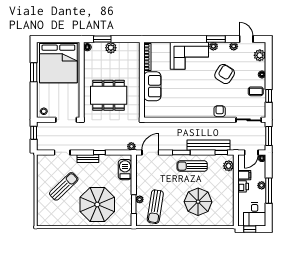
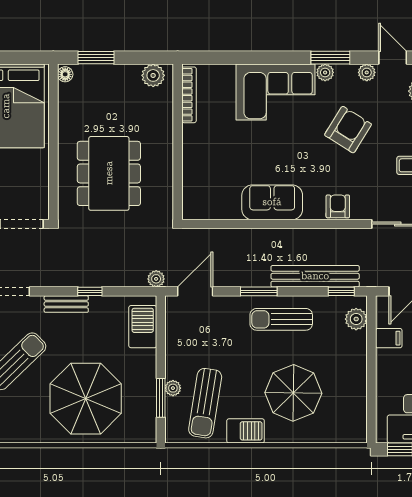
plant: (111, 48) -> (153, 75), moved
sofa: (152, 86) -> (272, 202), moved, turned -90
dining table: (109, 95) -> (109, 173), turned 90
printer: (243, 186) -> (386, 361), removed
barbecue: (175, 220) -> (246, 431), added

